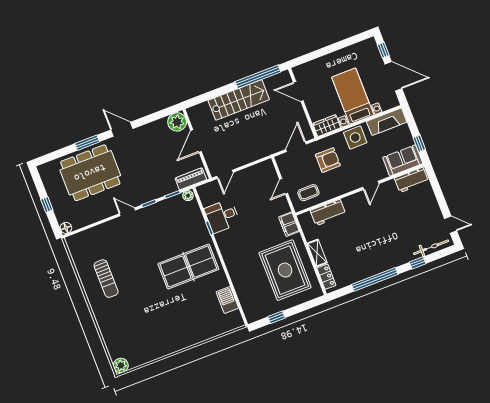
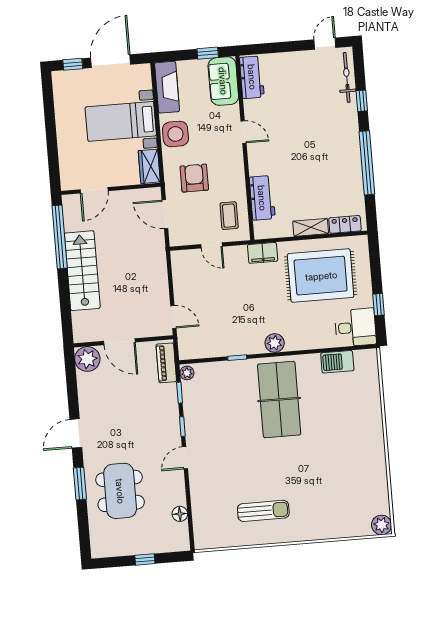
dining table: (90, 173) -> (120, 491), width x0.73, depth x0.80
desk: (222, 216) -> (355, 327), moved, turned -90
floor lamp: (66, 228) -> (180, 514), moved
plant: (228, 252) -> (275, 343), added

